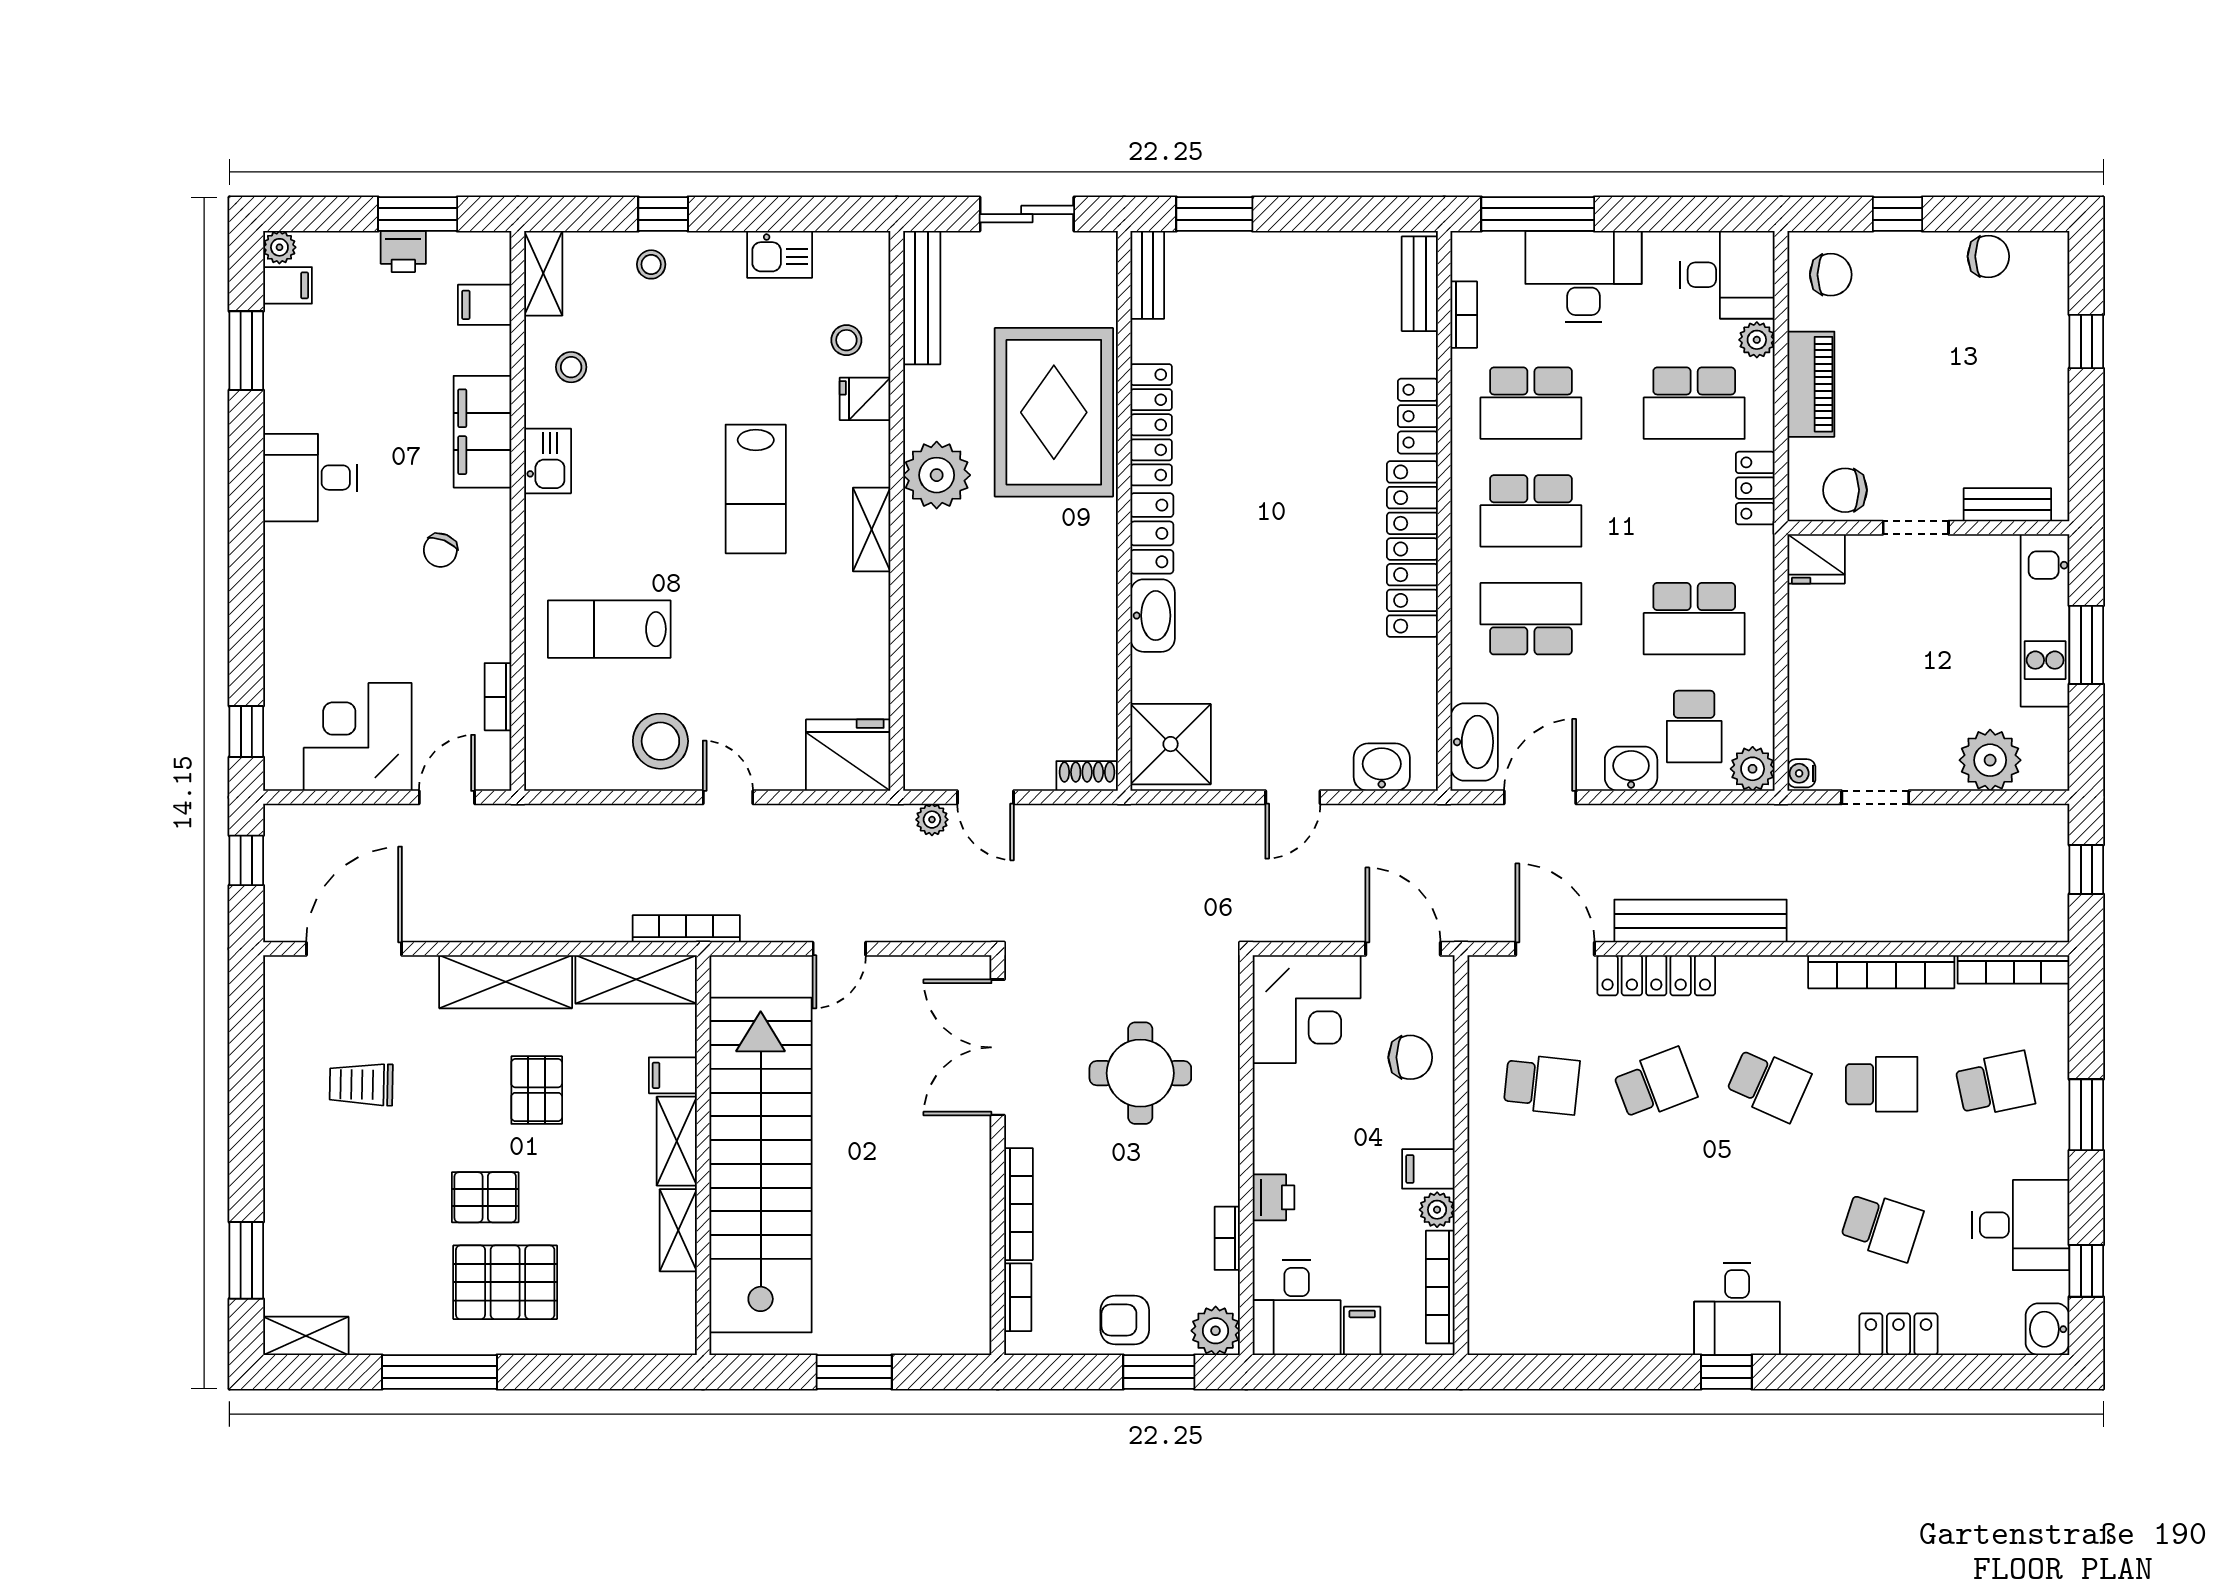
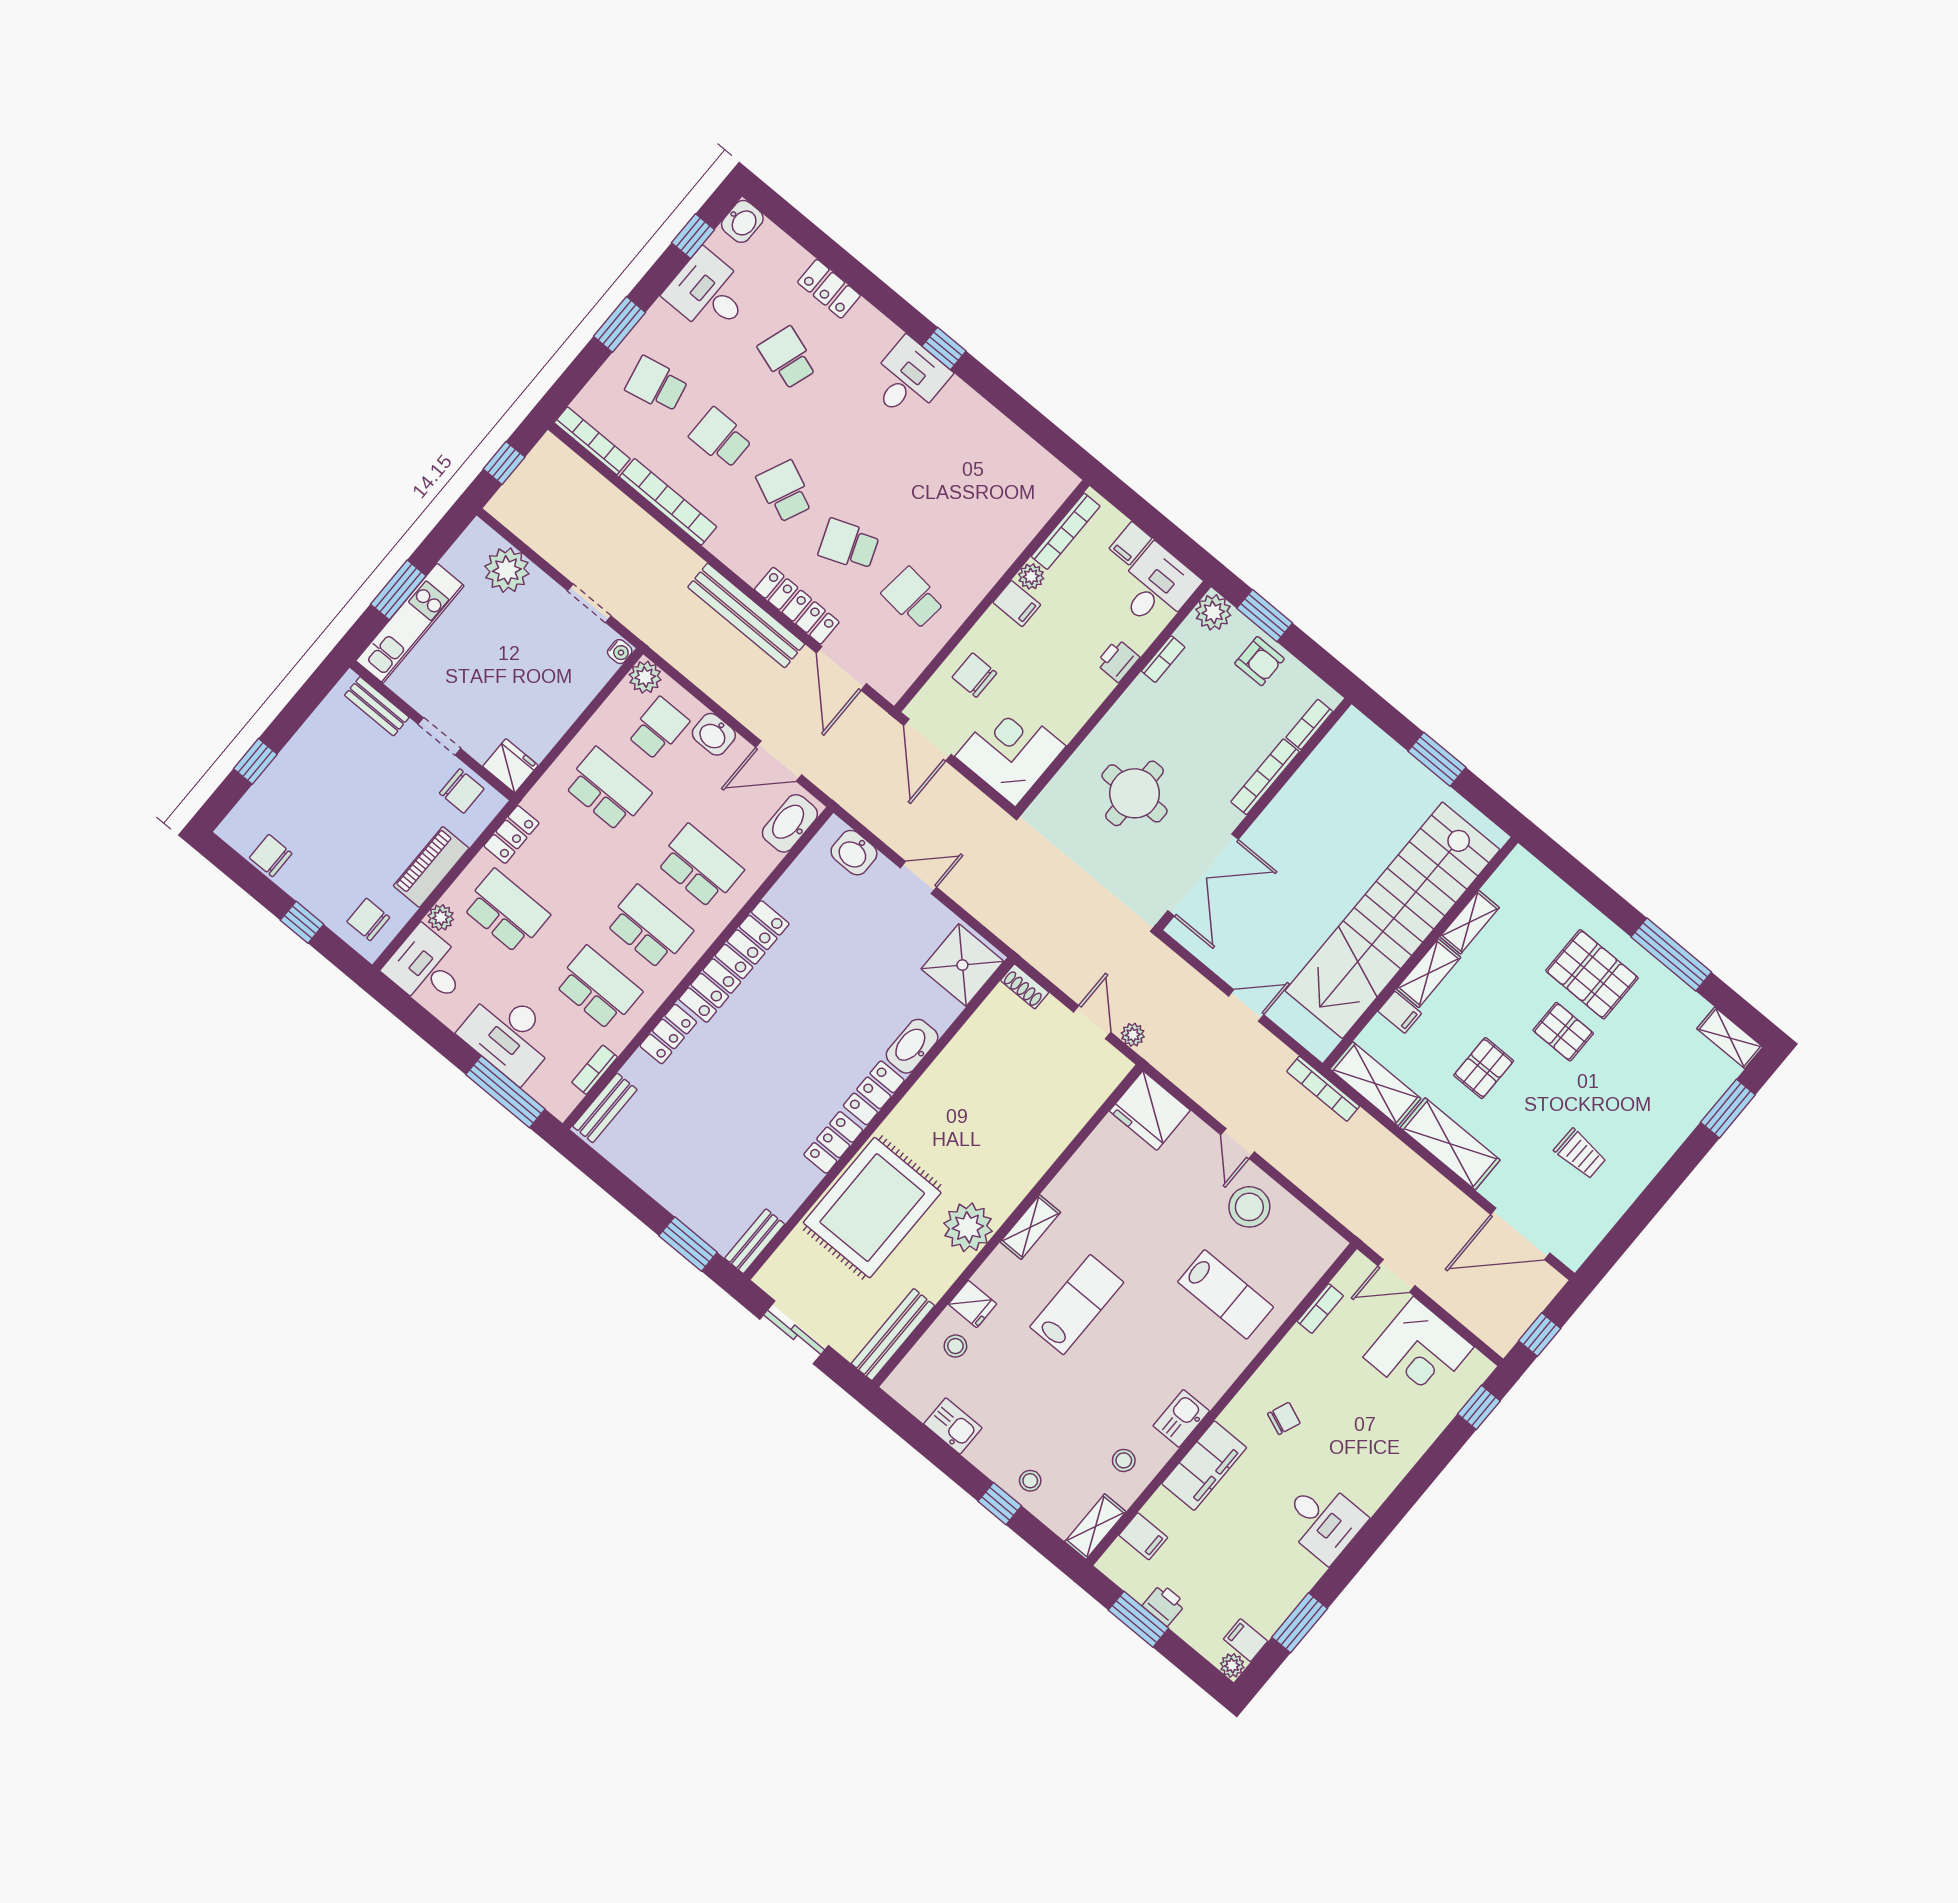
locker: (1151, 425) -> (833, 1142), width x0.66
school desk: (1531, 619) -> (700, 866), turned 180

